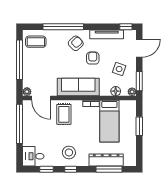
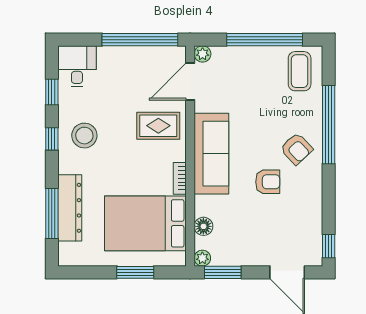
tv unit: (107, 34) -> (314, 209), removed
side table: (119, 69) -> (247, 233), removed
bed: (109, 121) -> (145, 223), width x1.50

